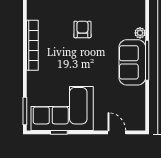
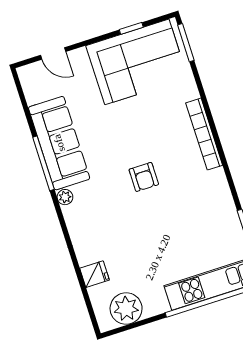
sofa: (132, 62) -> (59, 143), width x1.36

